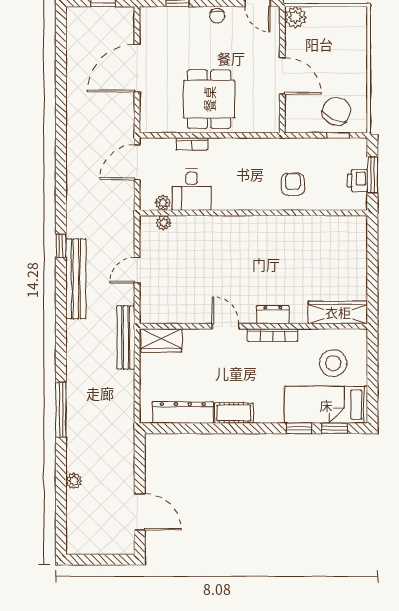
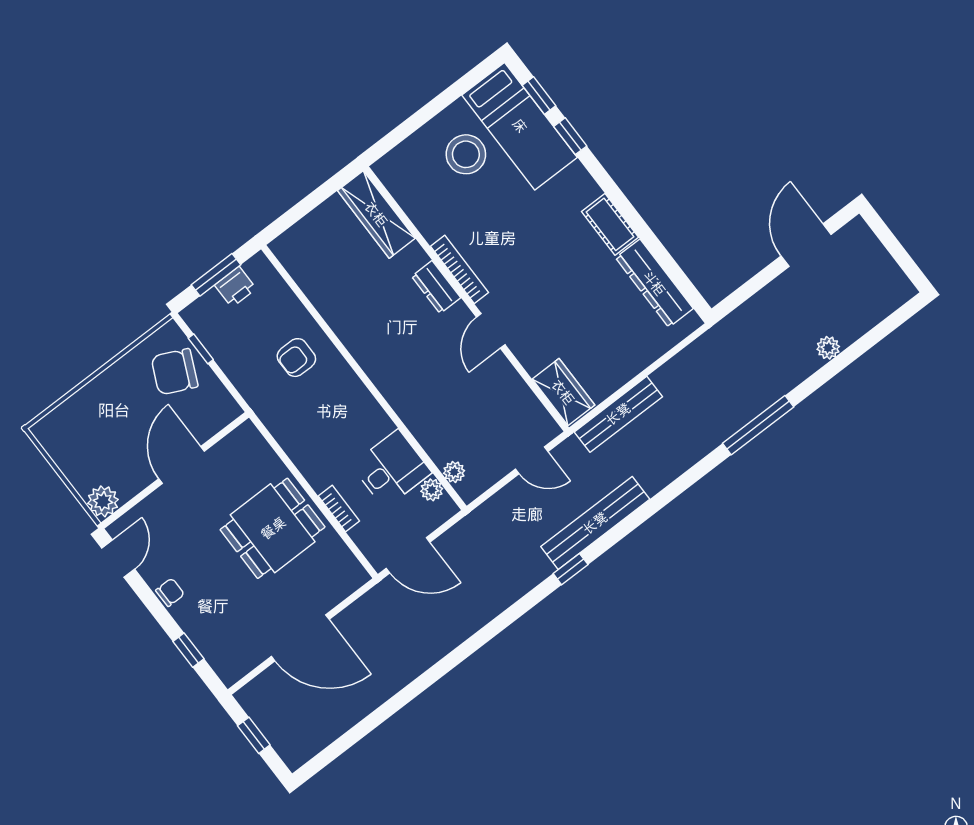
wardrobe: (338, 312) -> (376, 214), moved
dresser: (273, 315) -> (436, 287), moved
door: (226, 326) -> (491, 331), moved
wall: (253, 326) -> (466, 299), moved
bookcase: (273, 335) -> (459, 269), moved
wardrobe: (161, 340) -> (563, 392), moved

